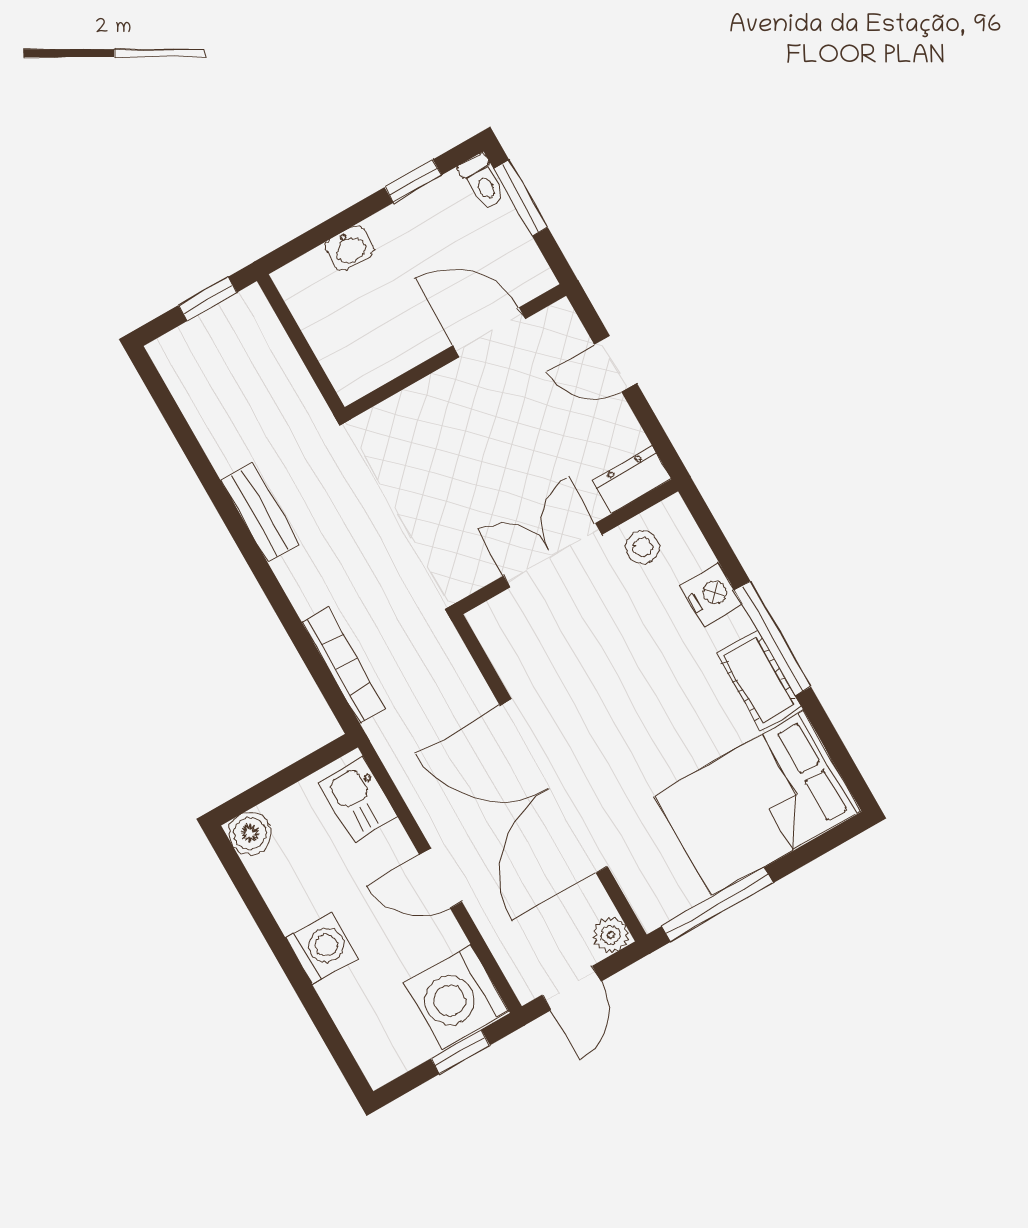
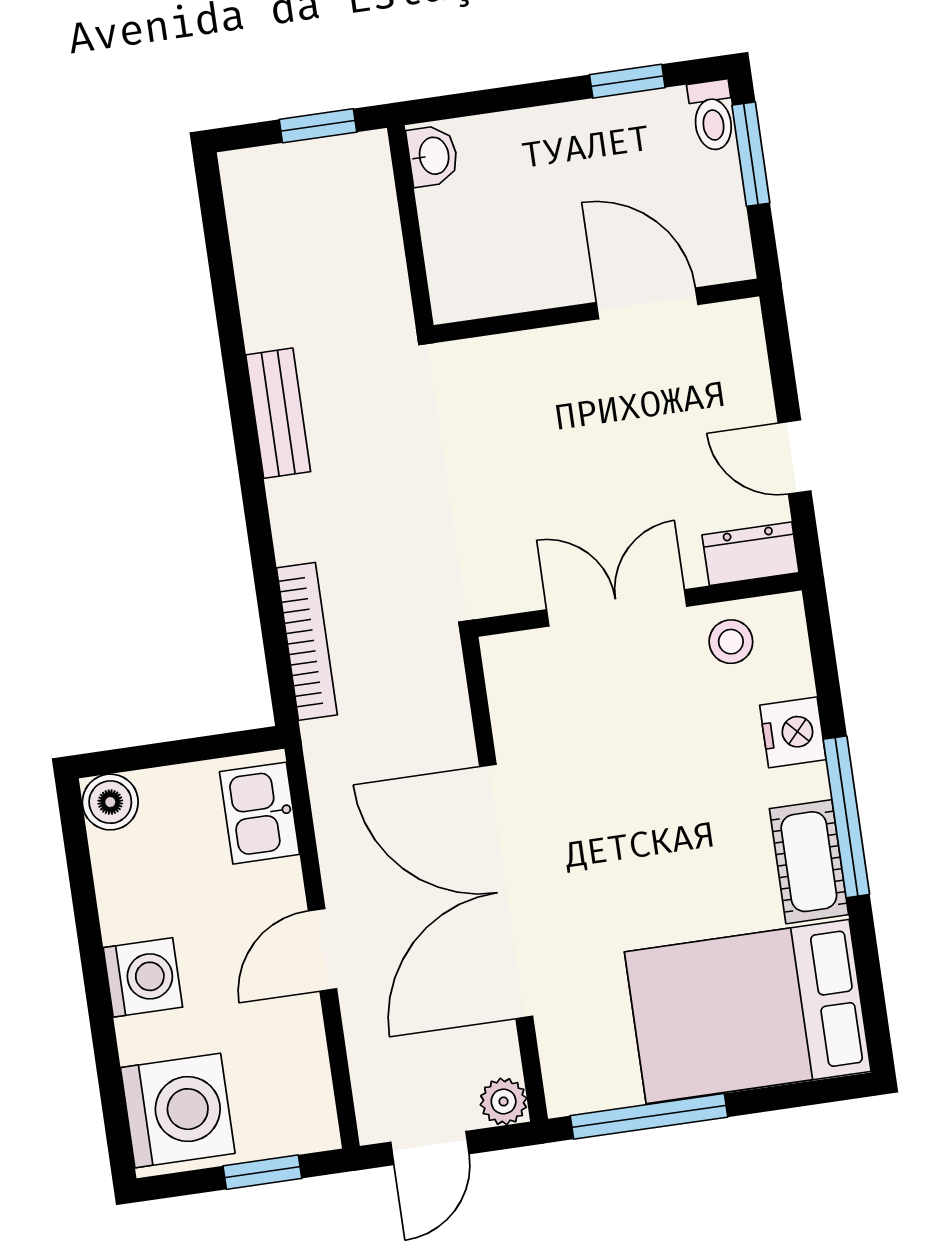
washbasin: (350, 248) -> (433, 156), moved, turned -90
door: (616, 364) -> (795, 457), moved
door: (441, 878) -> (322, 950), hinge flipped
washing machine: (456, 996) -> (178, 1110), moved, turned 180

